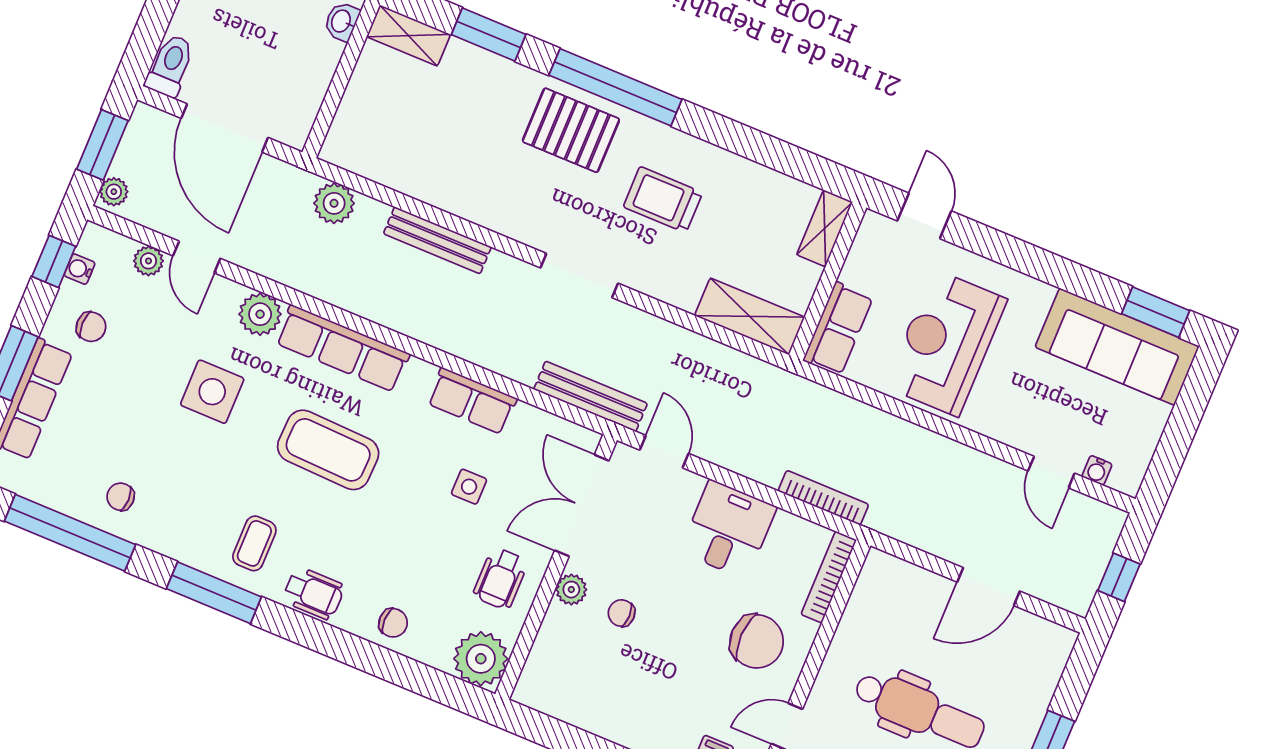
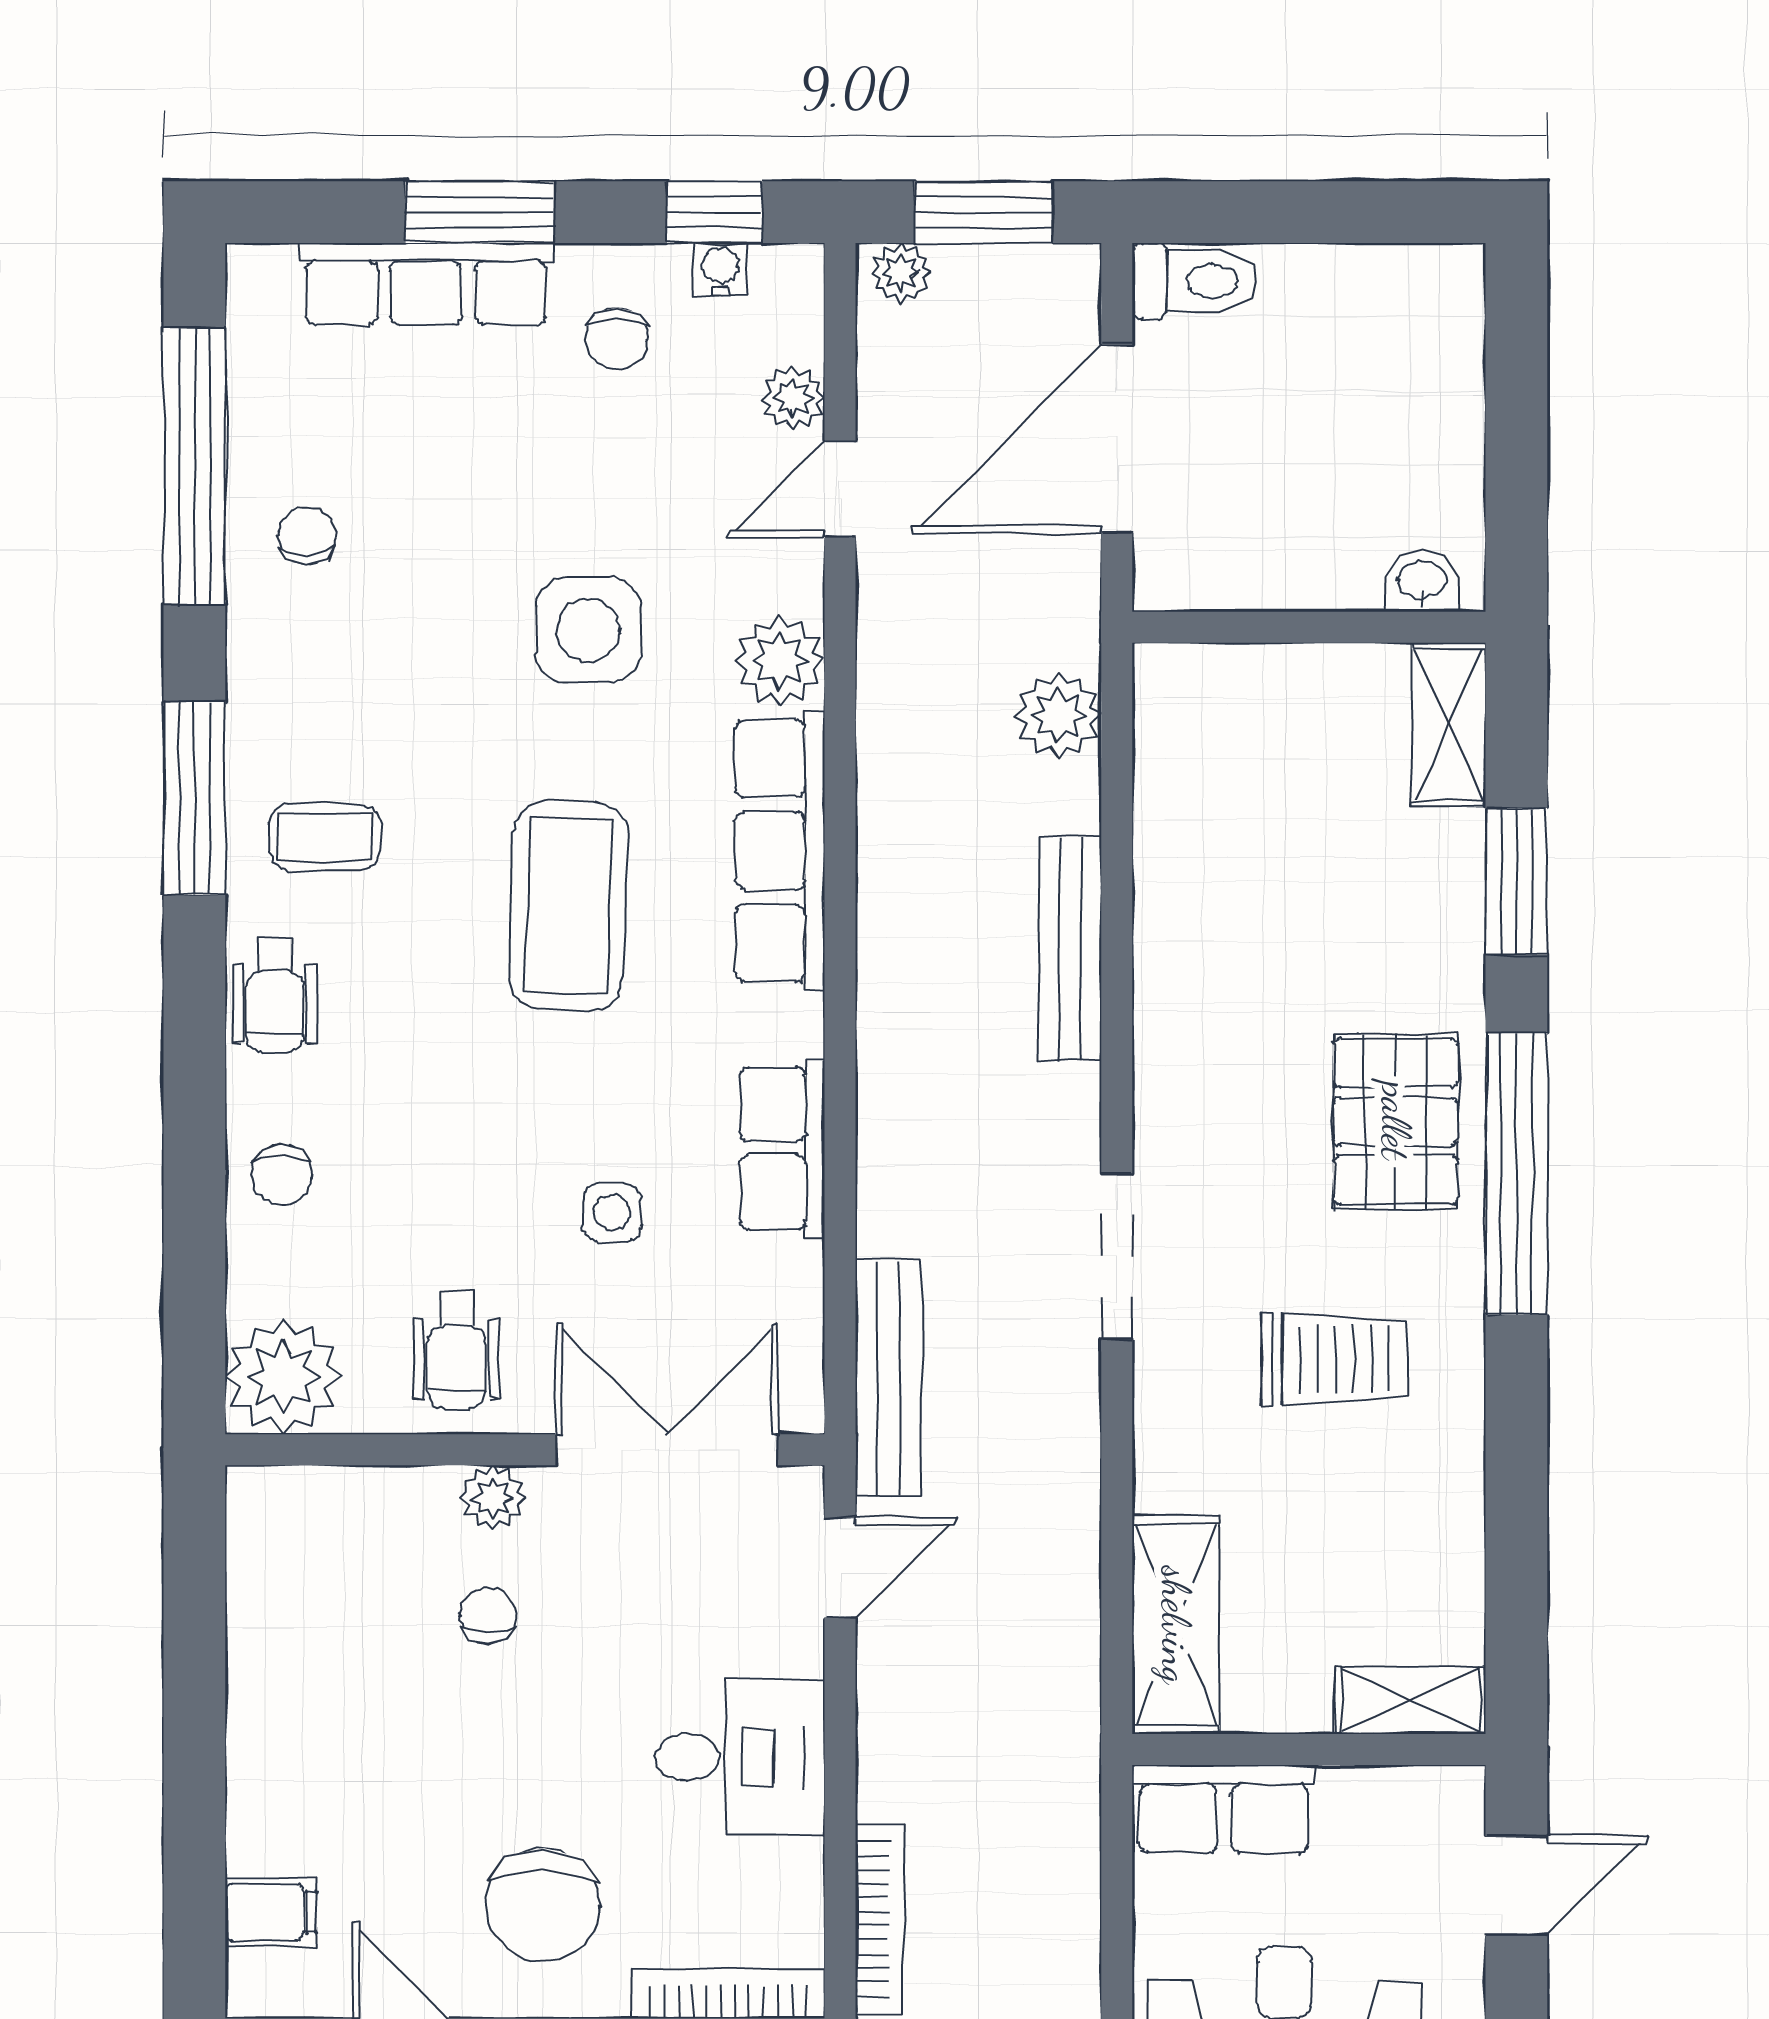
trolley: (663, 200) -> (1335, 1359), turned 90
wheelchair: (500, 579) -> (457, 1350), turned -90

